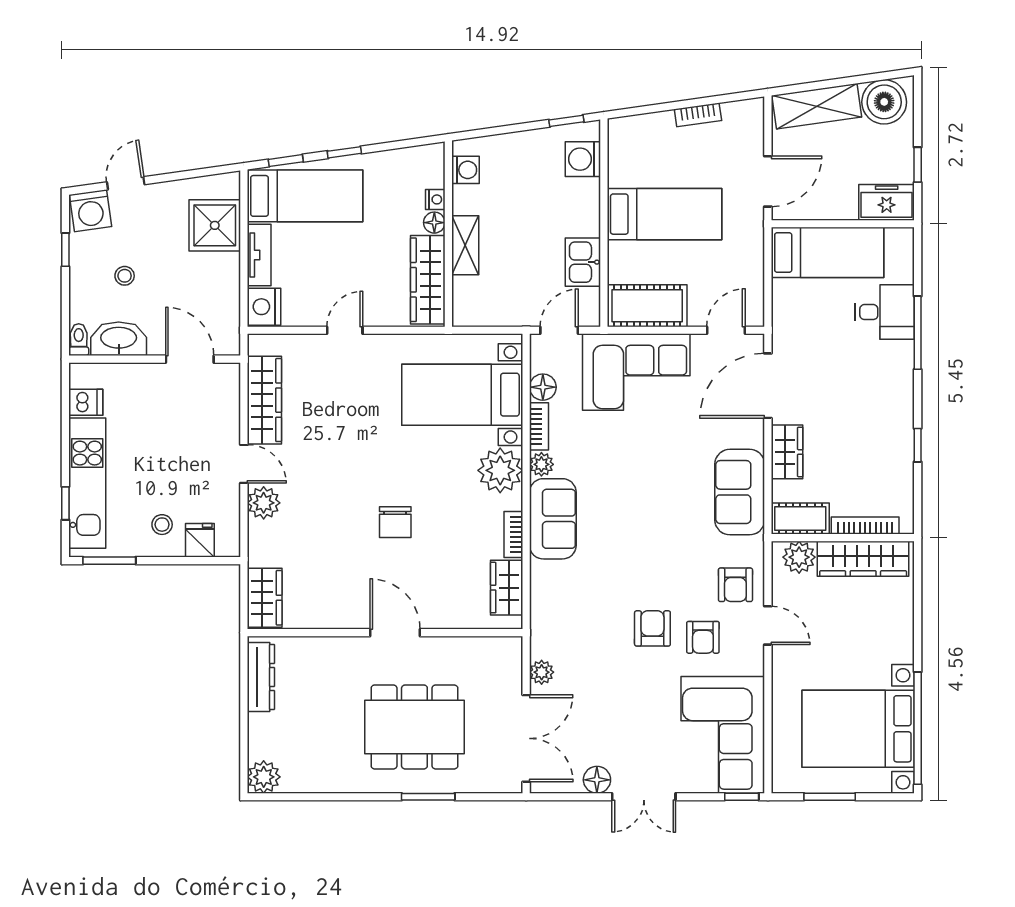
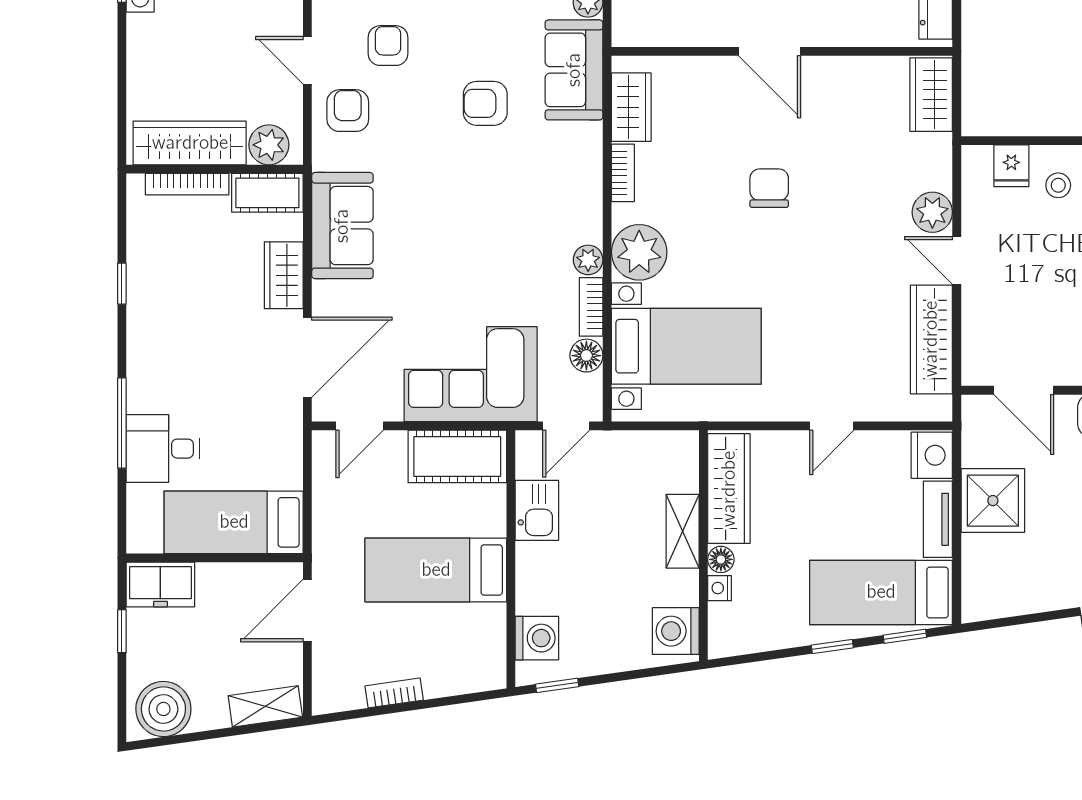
shelving: (817, 106) -> (265, 706), width x0.67, depth x0.75
washing machine: (466, 170) -> (676, 631), width x1.38, depth x1.38
shower: (215, 225) -> (993, 501), moved
sofa: (553, 519) -> (574, 70), moved
armchair: (652, 628) -> (485, 103), moved, turned 90

